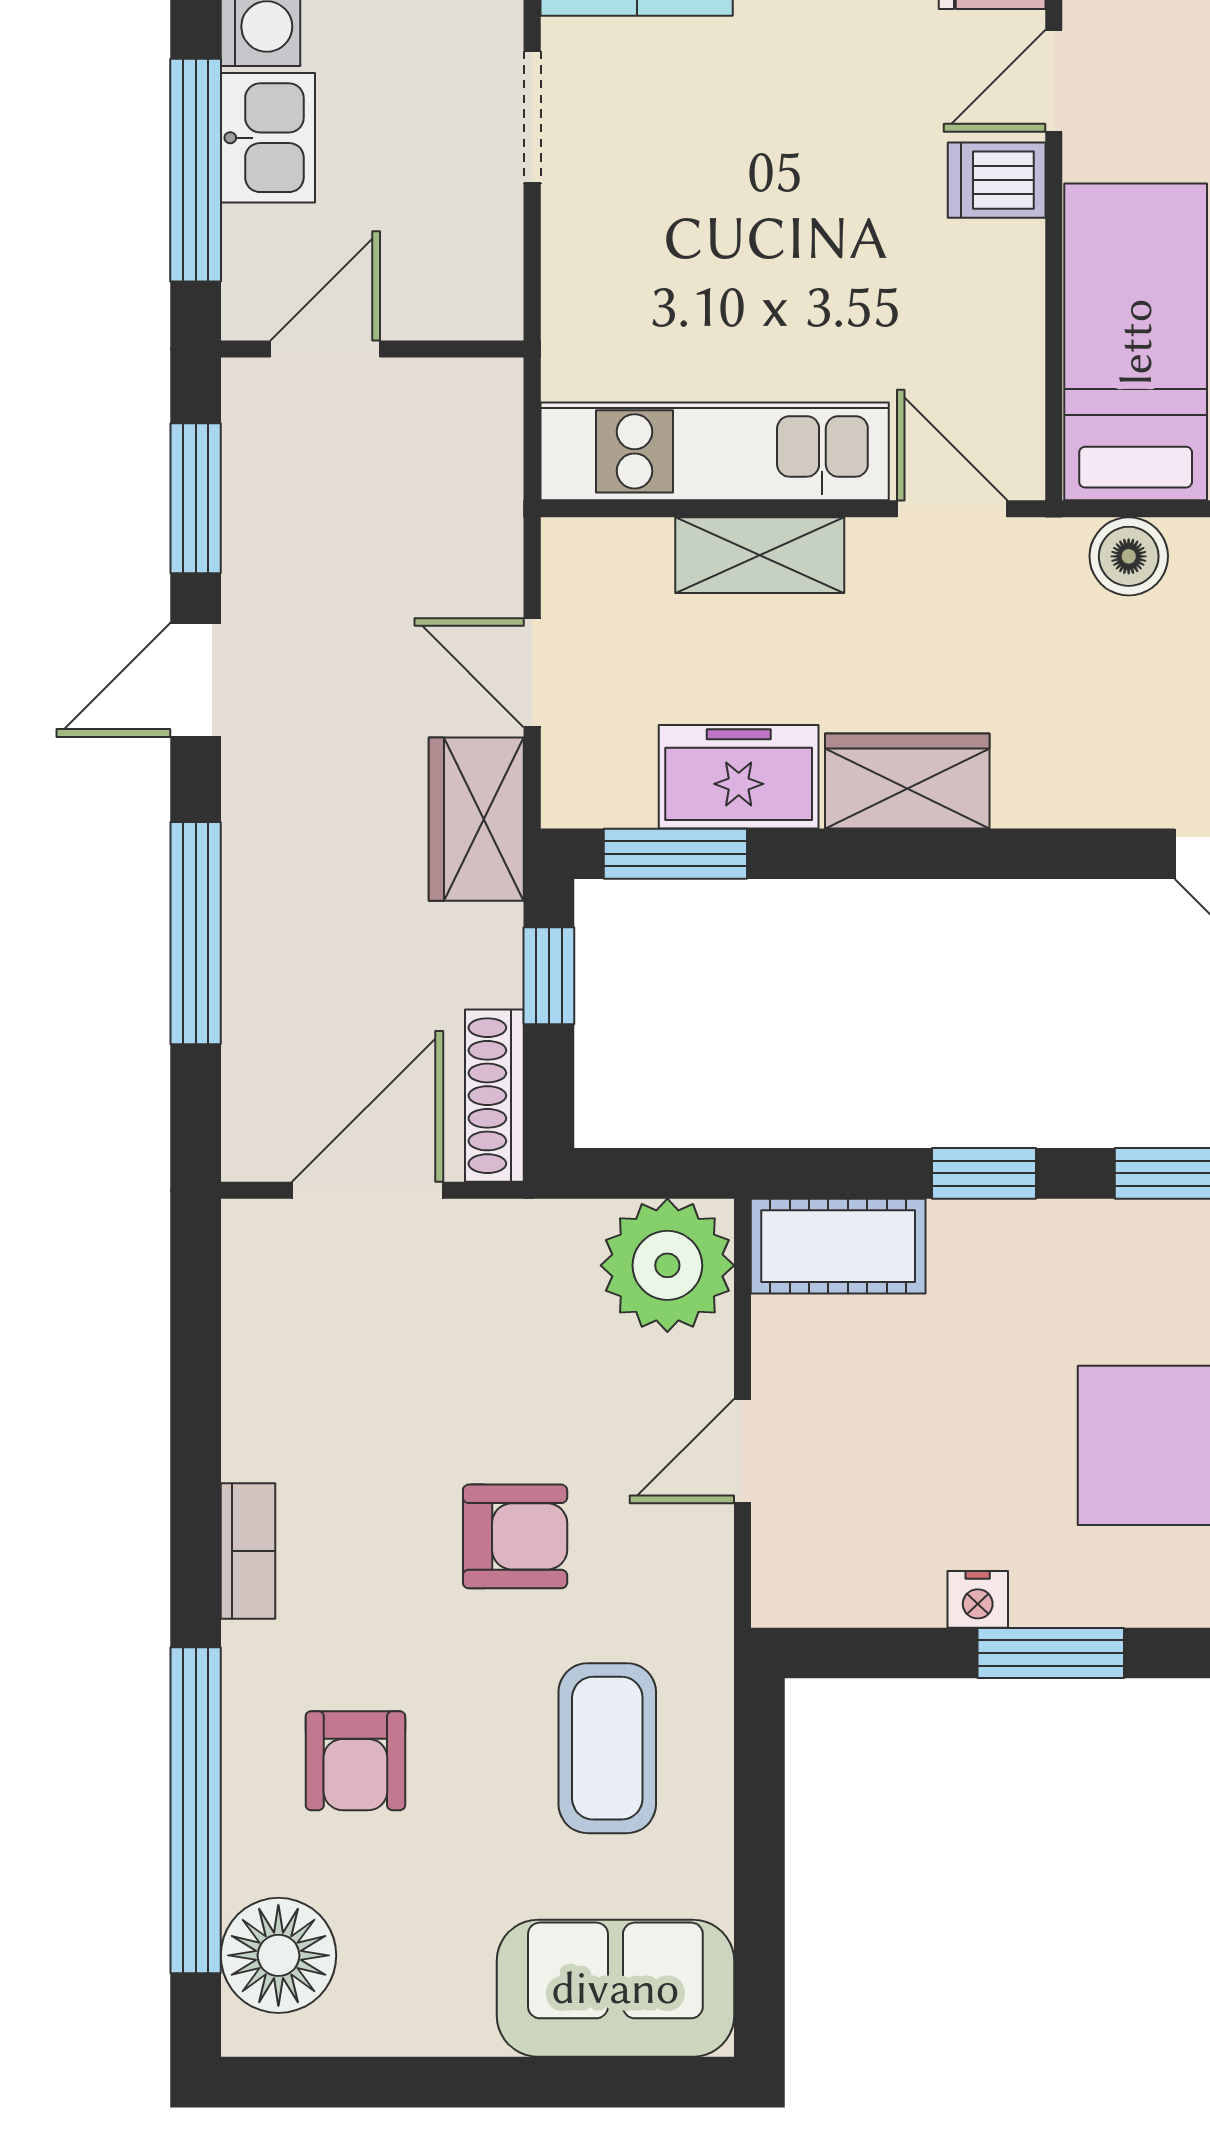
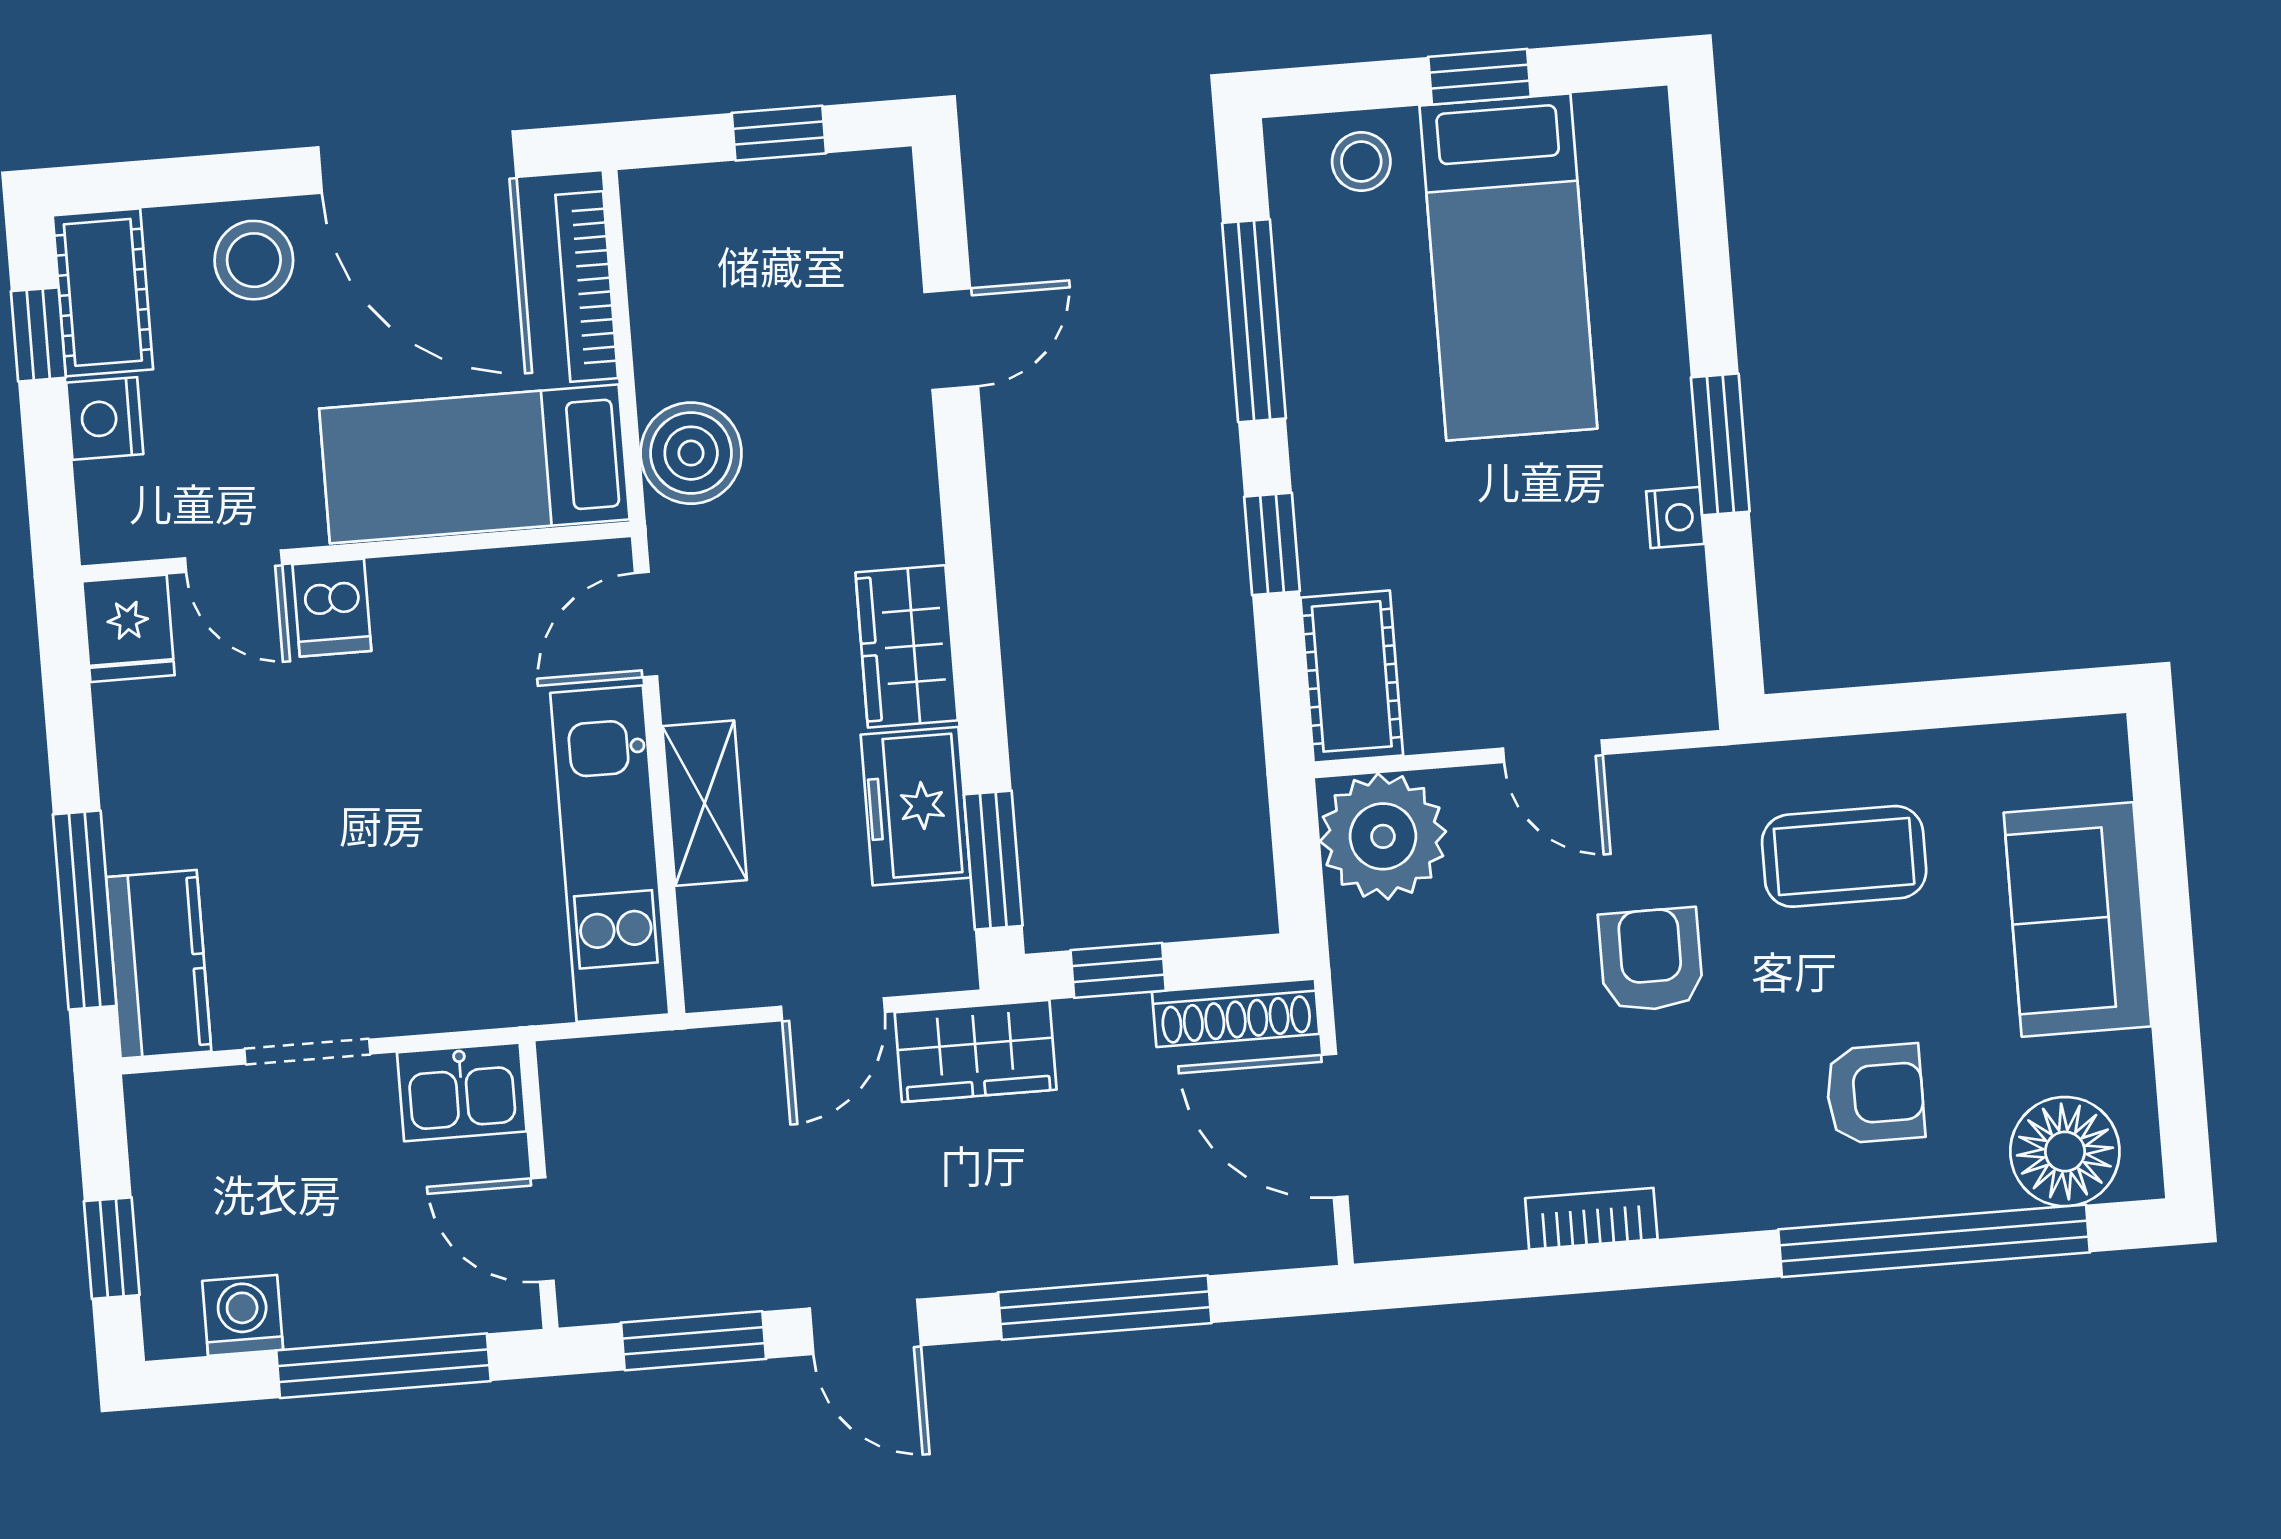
kitchen sink: (268, 138) -> (462, 1092), moved, turned 180
boiler: (1129, 556) -> (691, 453), width x1.36, depth x1.36
bookcase: (248, 1551) -> (1591, 1219), moved
sofa: (615, 1988) -> (2078, 919), moved

